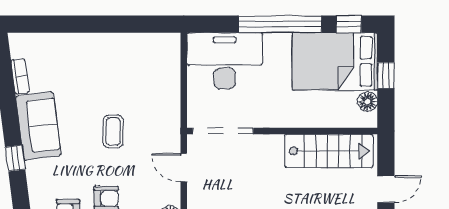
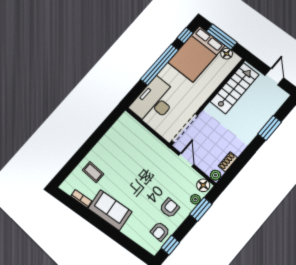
window: (386, 76) -> (222, 37), width x2.17
coffee table: (113, 131) -> (93, 172), moved
window: (15, 158) -> (115, 234), removed
door: (184, 168) -> (186, 160), swing flipped

